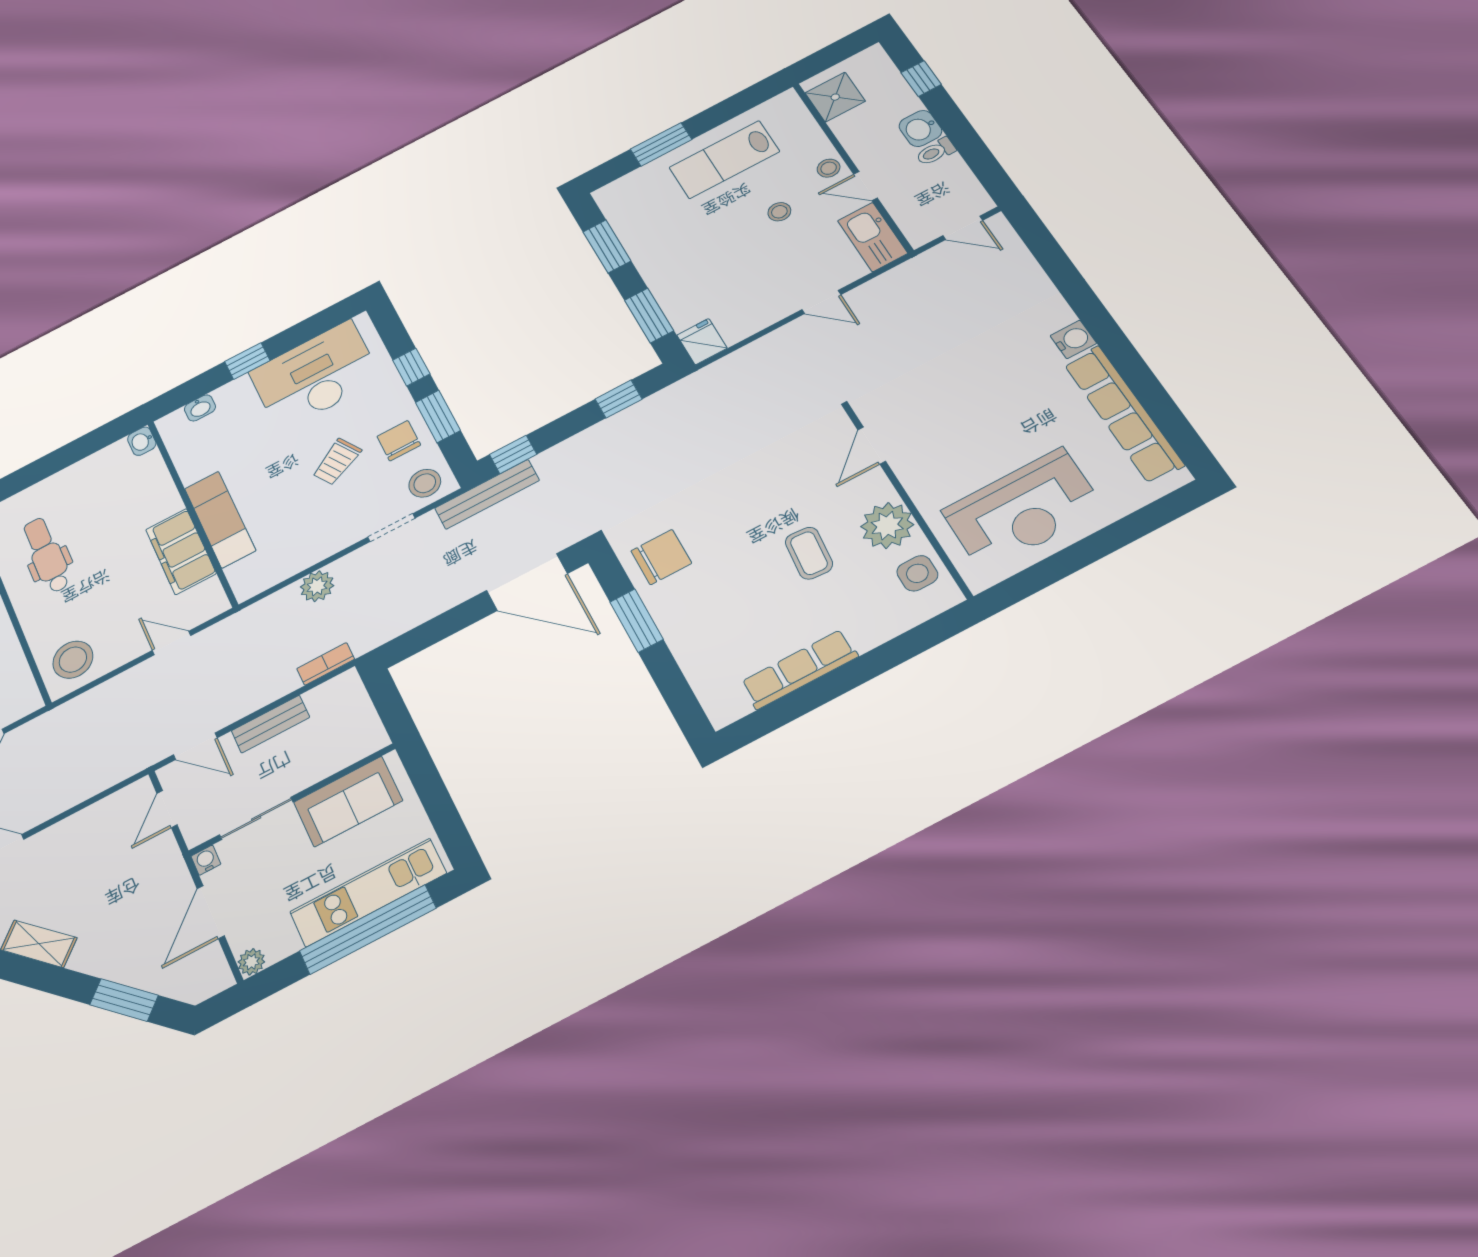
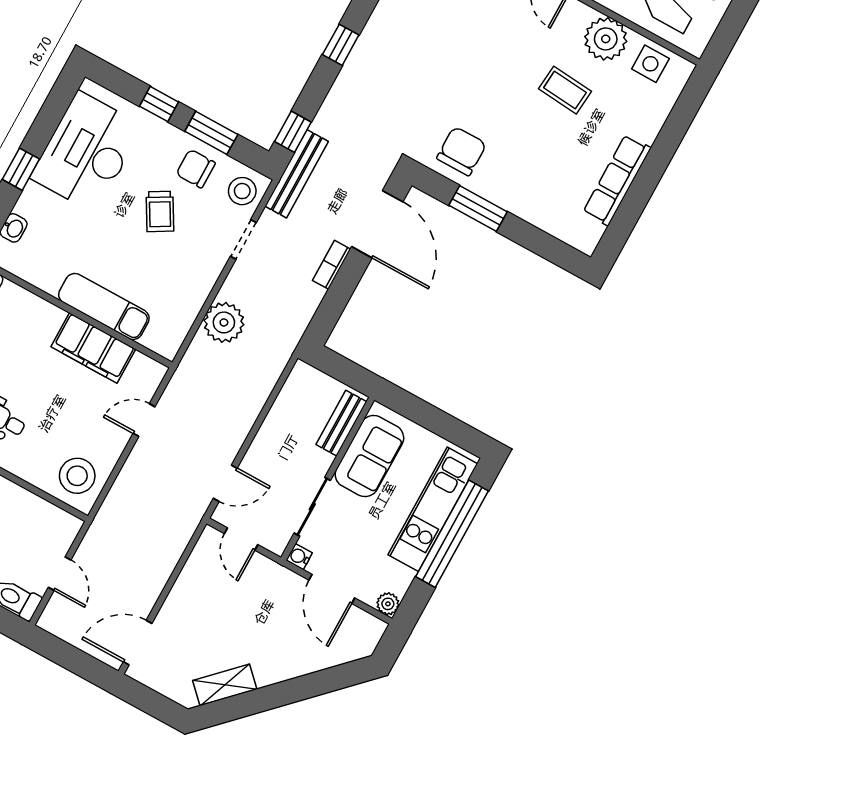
door: (527, 582) -> (377, 224), hinge flipped
plant: (317, 586) -> (224, 322), width x1.36, depth x1.36
bookcase: (326, 664) -> (332, 265), moved
bench: (270, 724) -> (341, 423), moved
window: (124, 1000) -> (318, 683), removed

